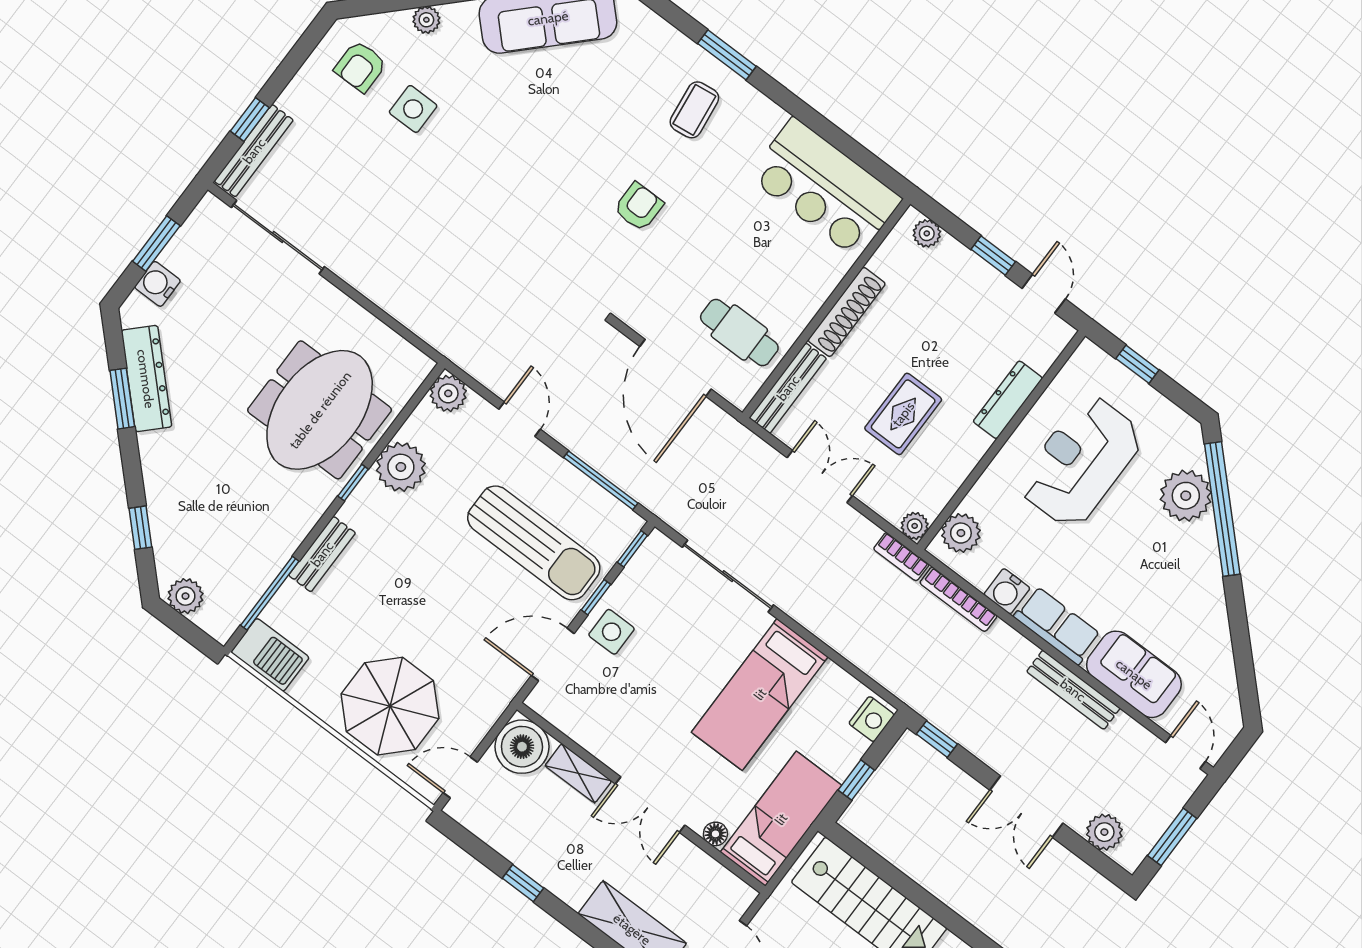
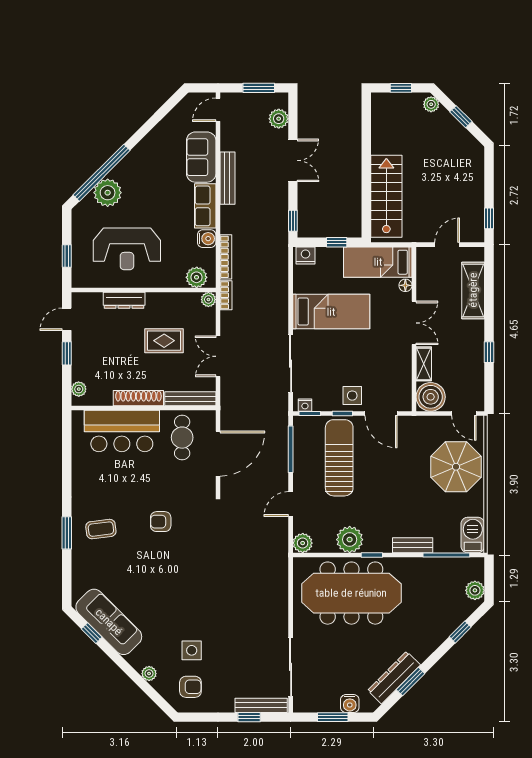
bar counter: (825, 188) -> (122, 431), moved, turned 90
meeting table: (320, 410) -> (351, 593), width x1.36
nightstand: (650, 551) -> (305, 405), added

